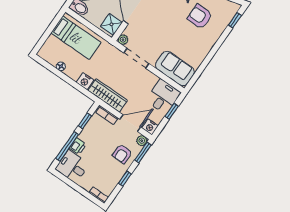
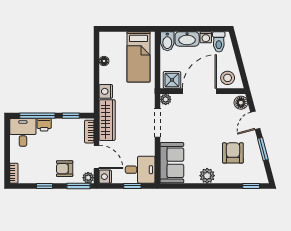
plant: (204, 48) -> (207, 176), added

